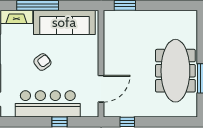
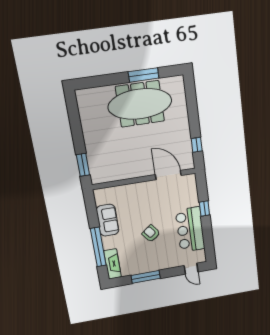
sofa: (64, 22) -> (108, 220), width x0.54, depth x0.79
bar counter: (48, 104) -> (190, 230), width x0.73

